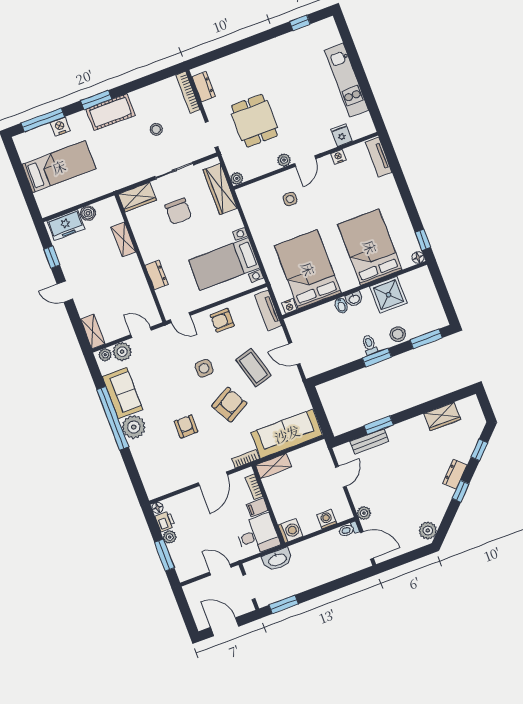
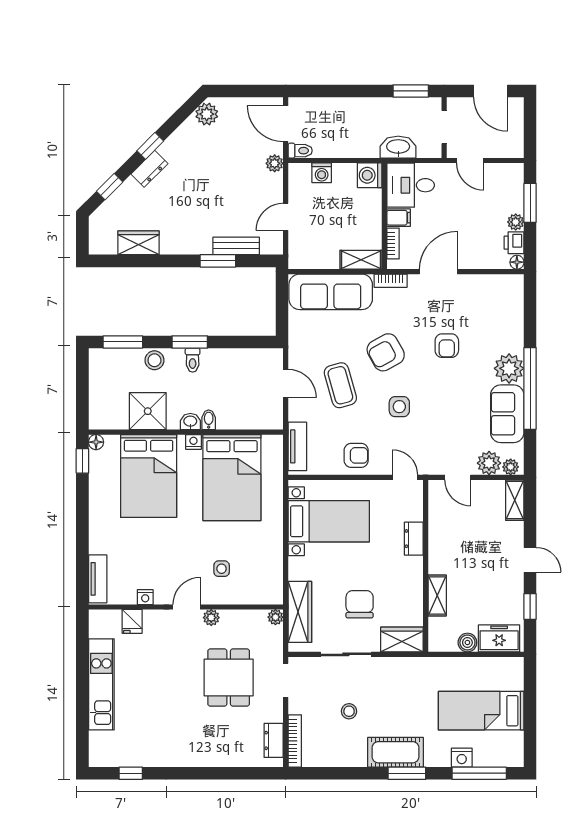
nightstand: (289, 306) -> (193, 442), moved

